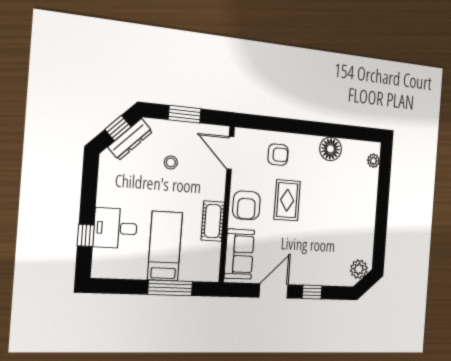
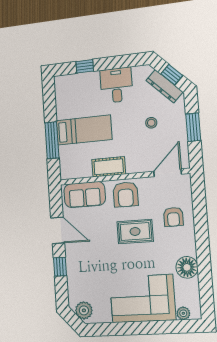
corner sofa: (355, 202) -> (142, 299), added
armchair: (246, 205) -> (126, 194), turned -90
desk: (115, 228) -> (116, 85), moved

